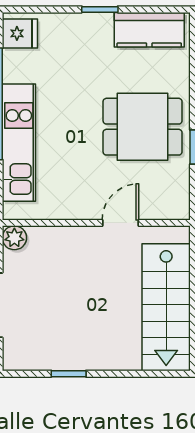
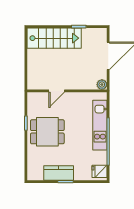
kitchen counter: (149, 30) -> (59, 173), moved
stairs: (166, 307) -> (54, 38), moved, turned 90

